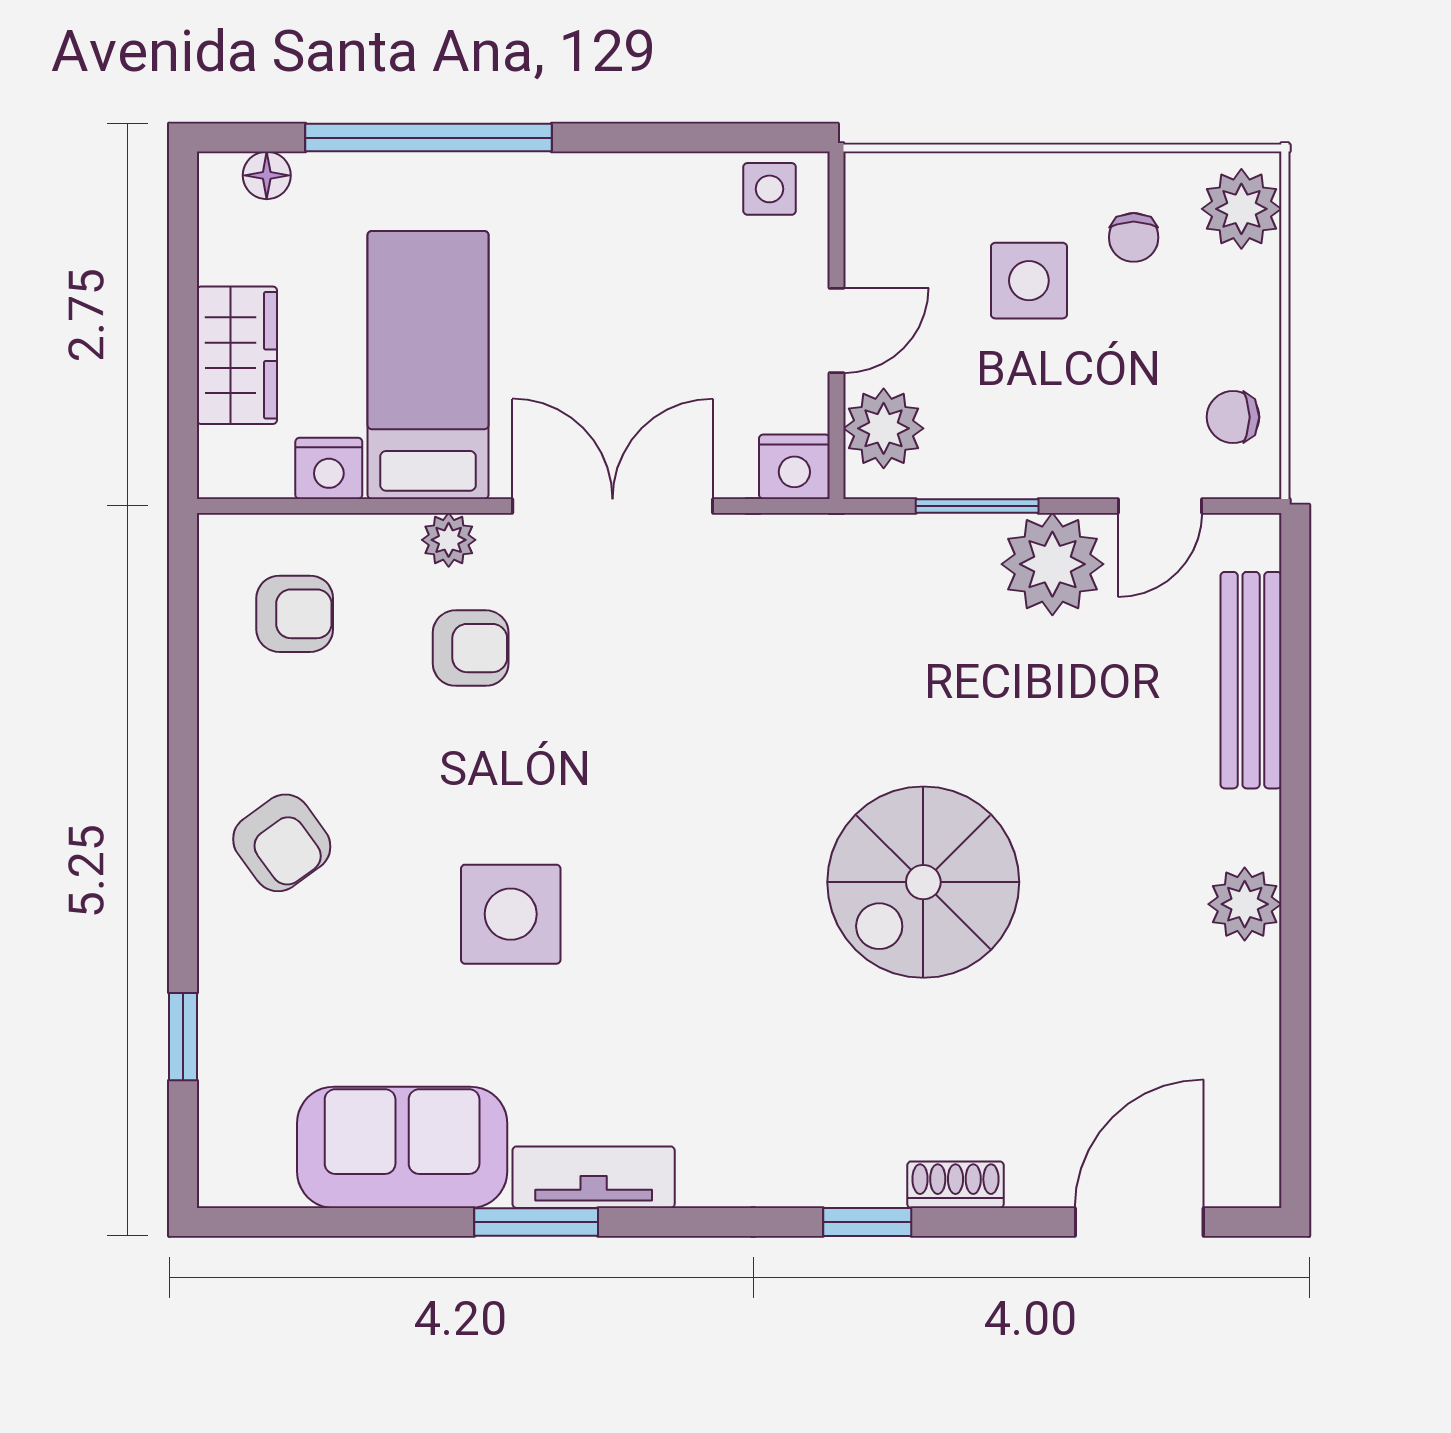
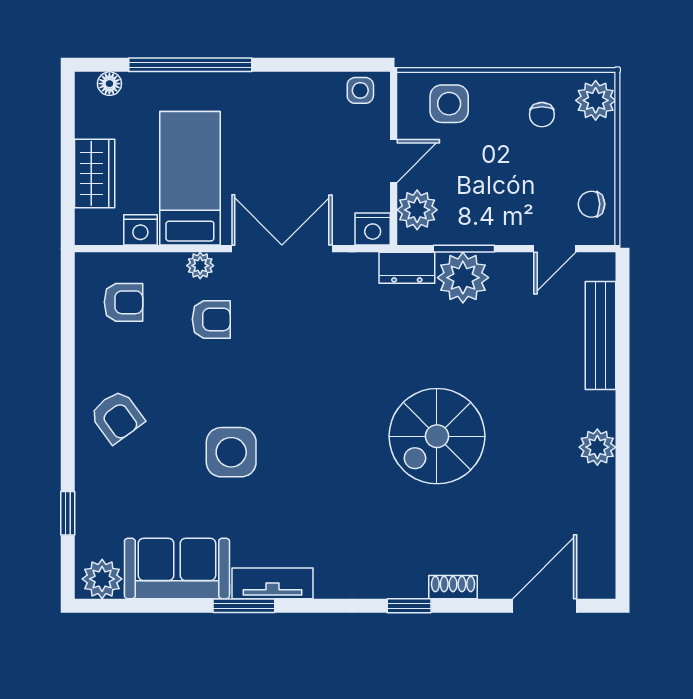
side table: (1029, 281) -> (449, 104), moved
dresser: (863, 544) -> (407, 268), added
plant: (1052, 564) -> (463, 278), moved
plant: (252, 1168) -> (102, 579), added

